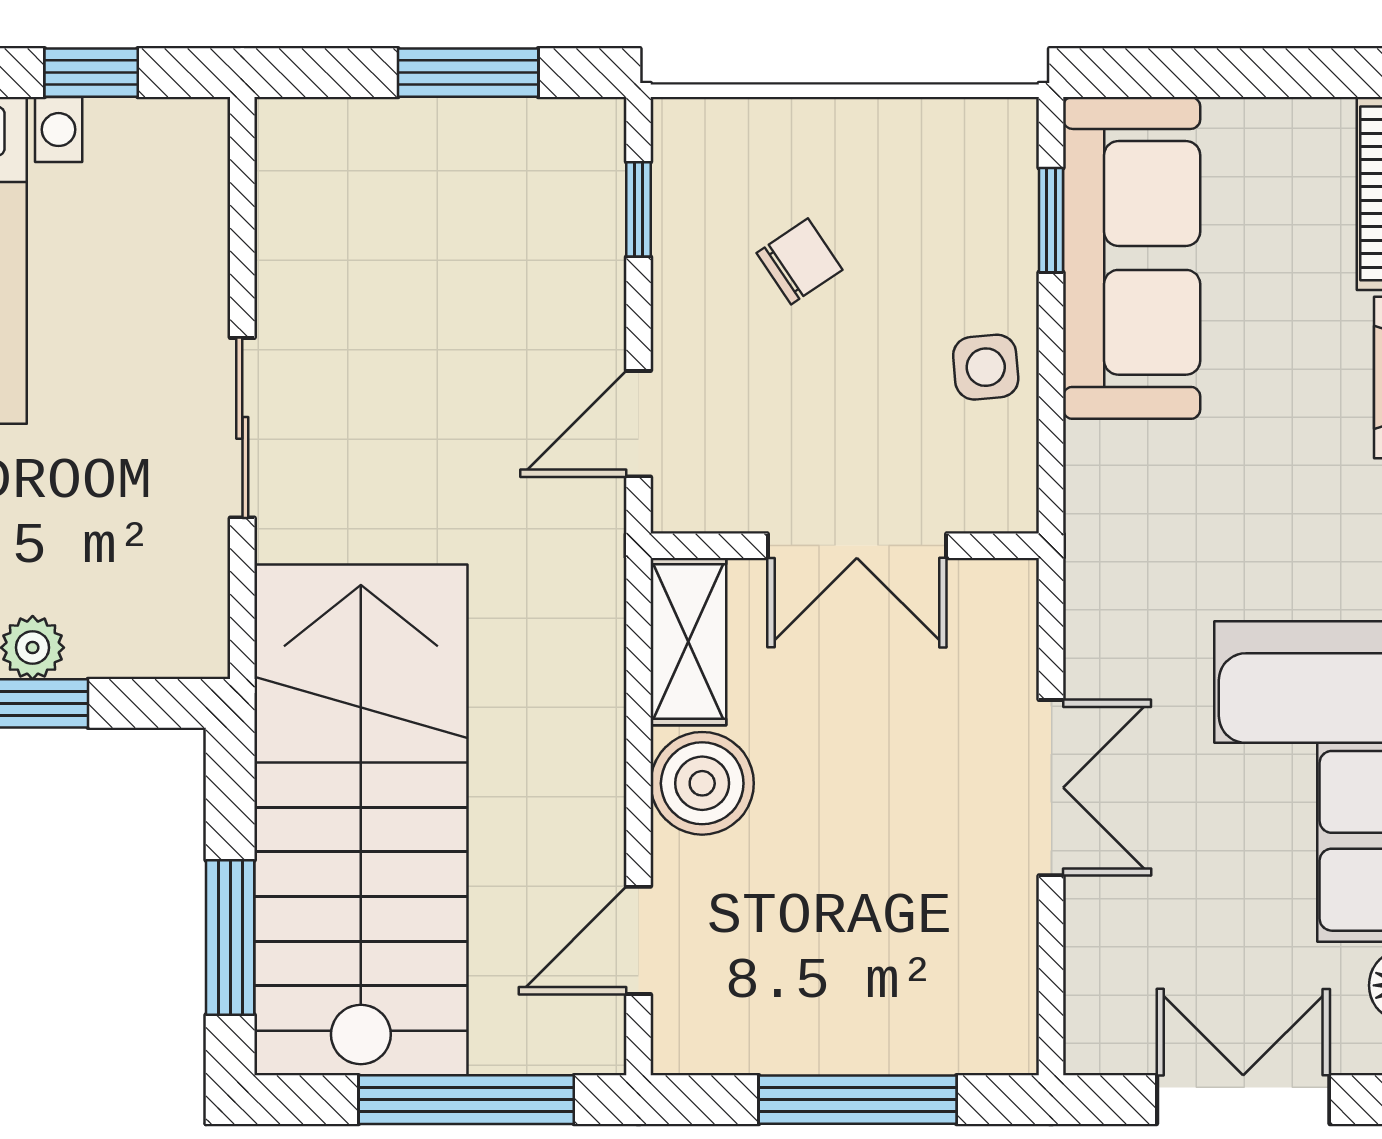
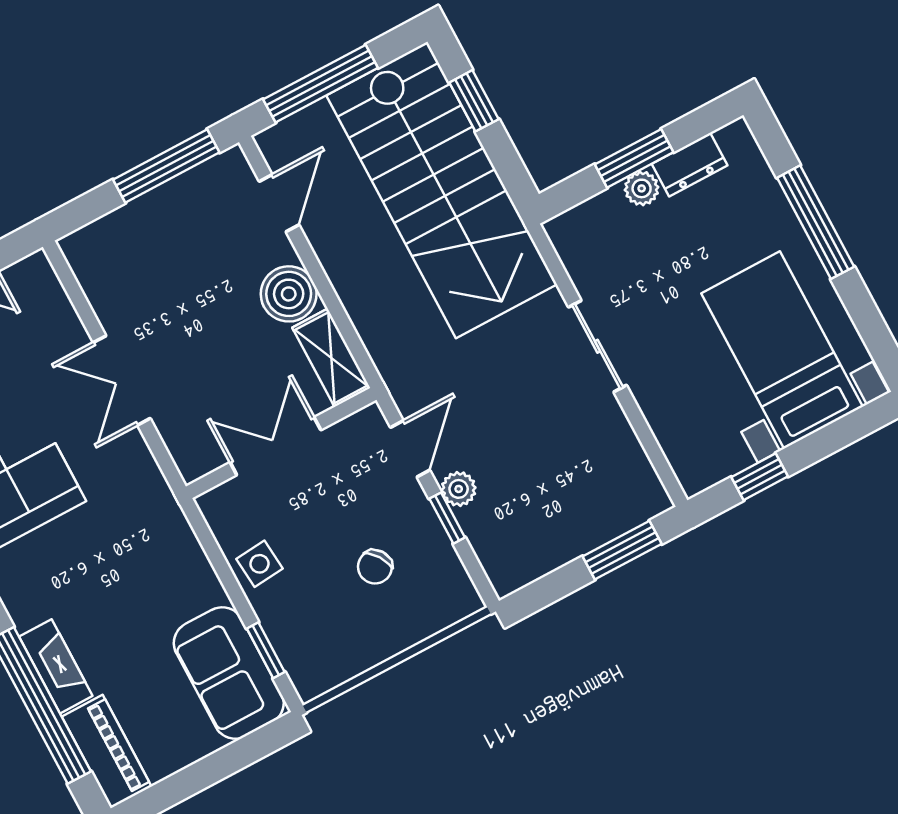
window: (468, 73) -> (622, 550), moved
window: (639, 209) -> (447, 518), moved
sofa: (1132, 258) -> (229, 673), width x0.73
plant: (595, 316) -> (459, 489), added
window: (230, 937) -> (474, 101), width x0.67
window: (858, 1100) -> (166, 166), moved

